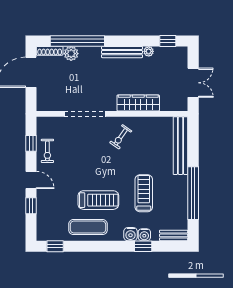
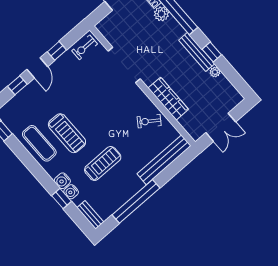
window: (168, 41) -> (212, 52), moved
exercise bike: (121, 137) -> (149, 121), moved
window: (31, 143) -> (57, 51), moved
exercise bike: (47, 151) -> (85, 47), moved

